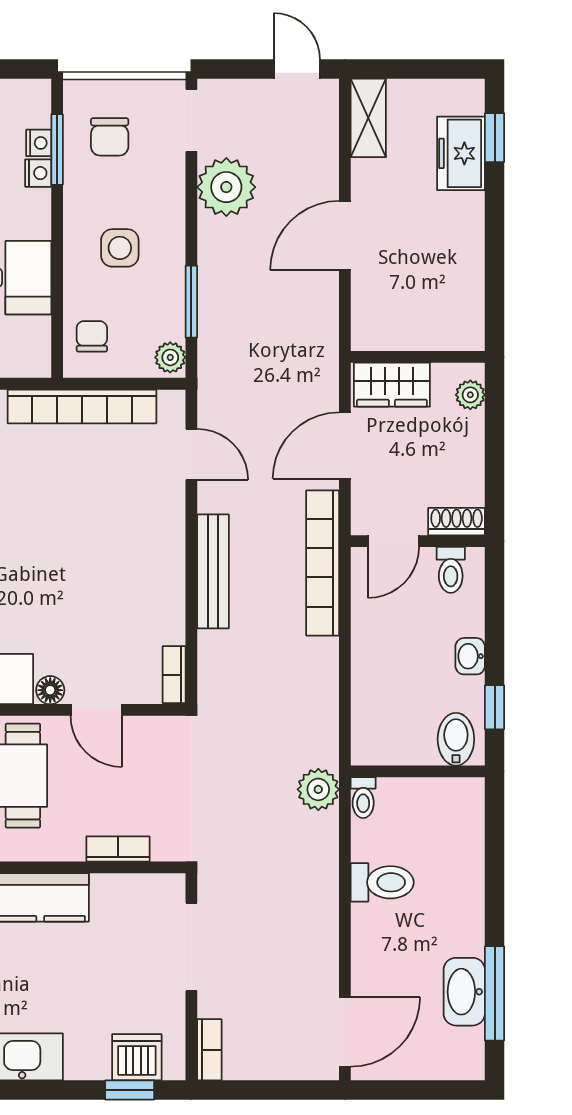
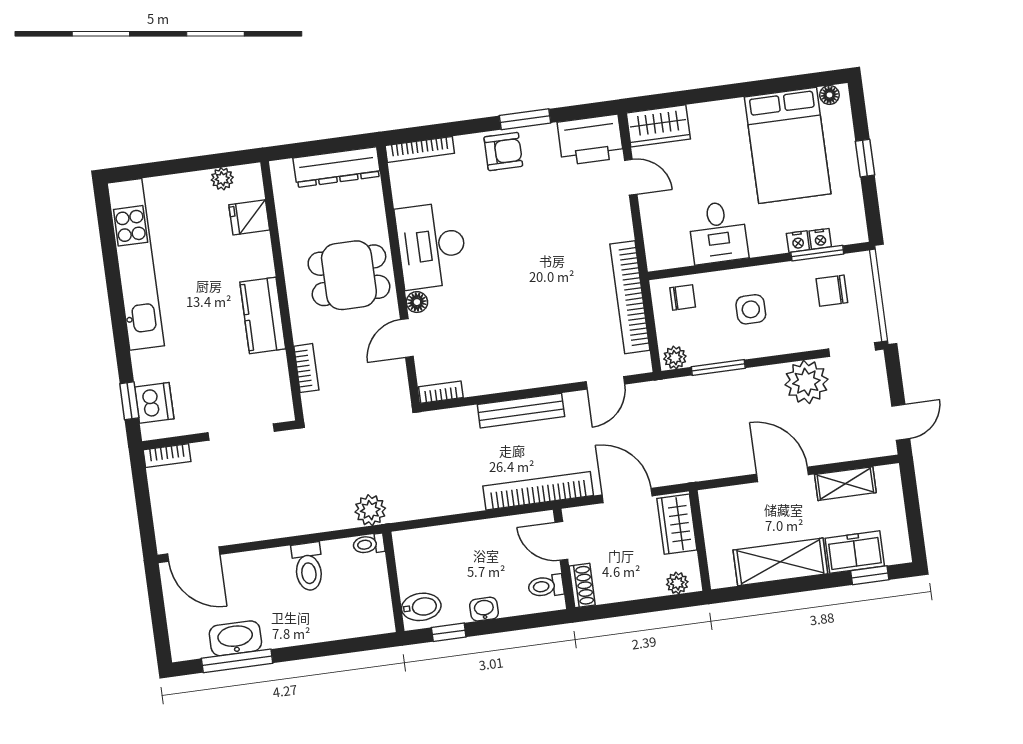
shelving: (368, 118) -> (845, 484), moved
shelving: (461, 254) -> (780, 562), added

